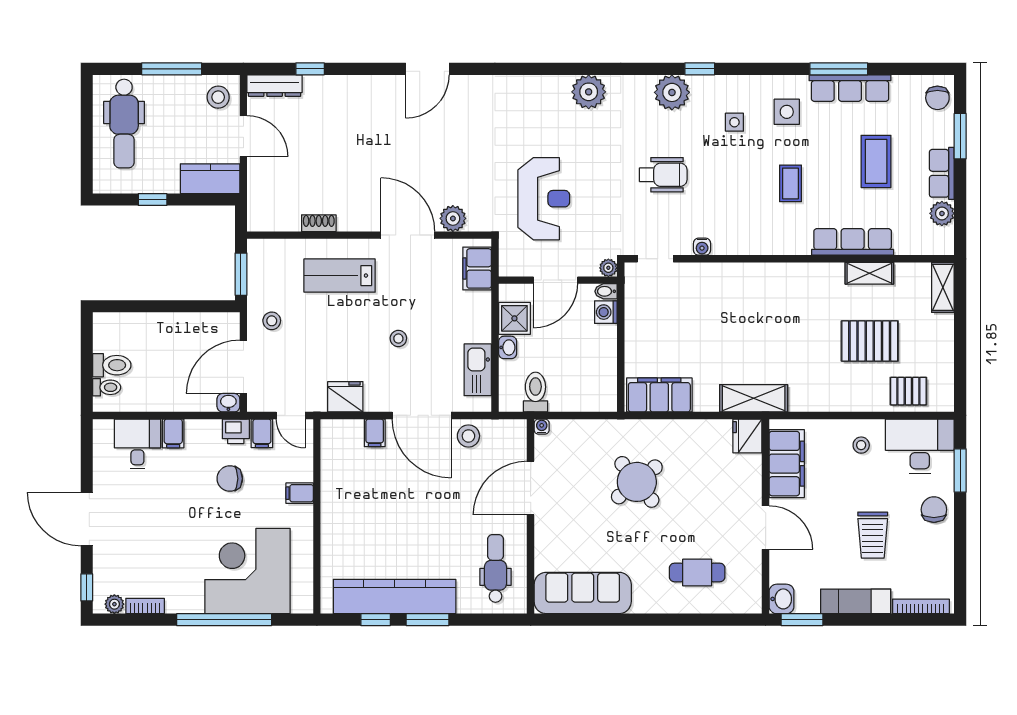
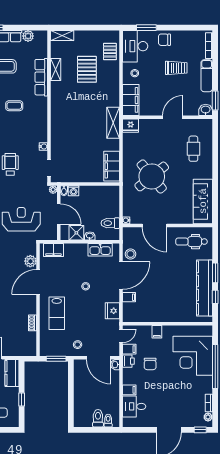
filing cabinet: (787, 464) -> (131, 100), moved, turned 90
round table: (637, 482) -> (152, 176), width x1.36, depth x1.36

